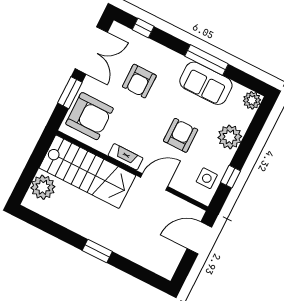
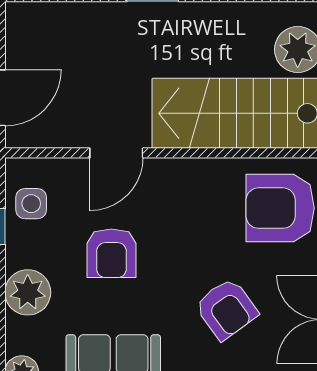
armchair: (139, 81) -> (226, 309), turned 144
fireplace: (125, 157) -> (185, 171), removed

